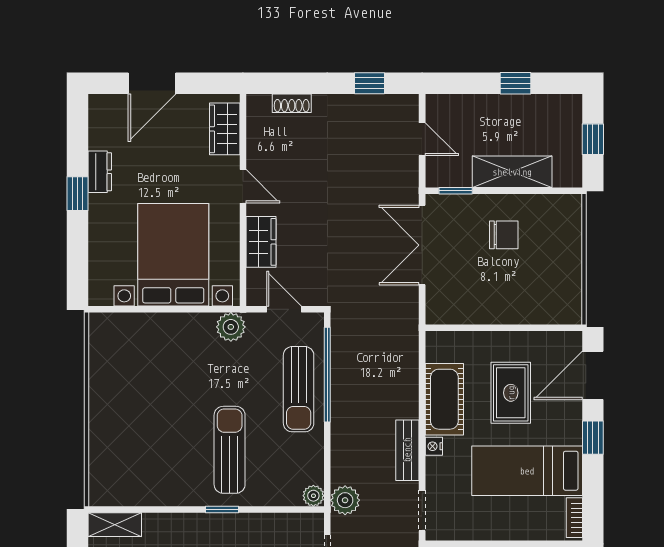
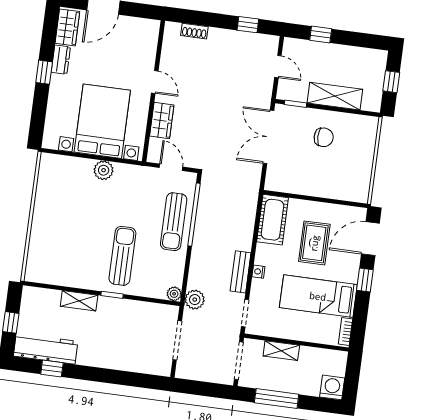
window: (515, 83) -> (321, 34), moved
wardrobe: (225, 129) -> (67, 27), moved, turned 180
plant: (231, 327) -> (104, 170), moved
cot: (444, 399) -> (273, 220), moved
shelving: (115, 525) -> (79, 301), moved

